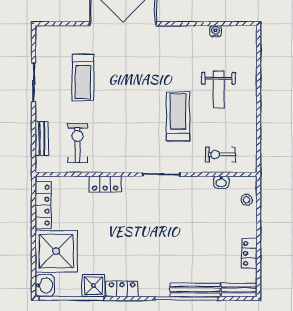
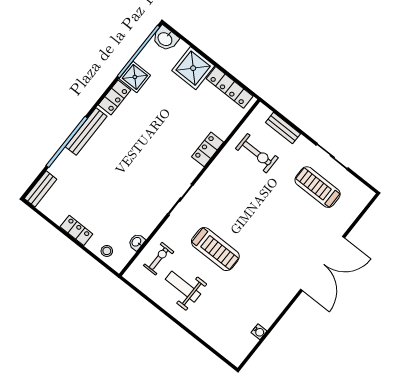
treadmill: (83, 77) -> (318, 187), moved
weight bench: (218, 89) -> (183, 287), moved
shower: (56, 251) -> (193, 68), width x0.73, depth x0.73
locker: (249, 253) -> (76, 230), moved
bench: (195, 290) -> (86, 131), moved

